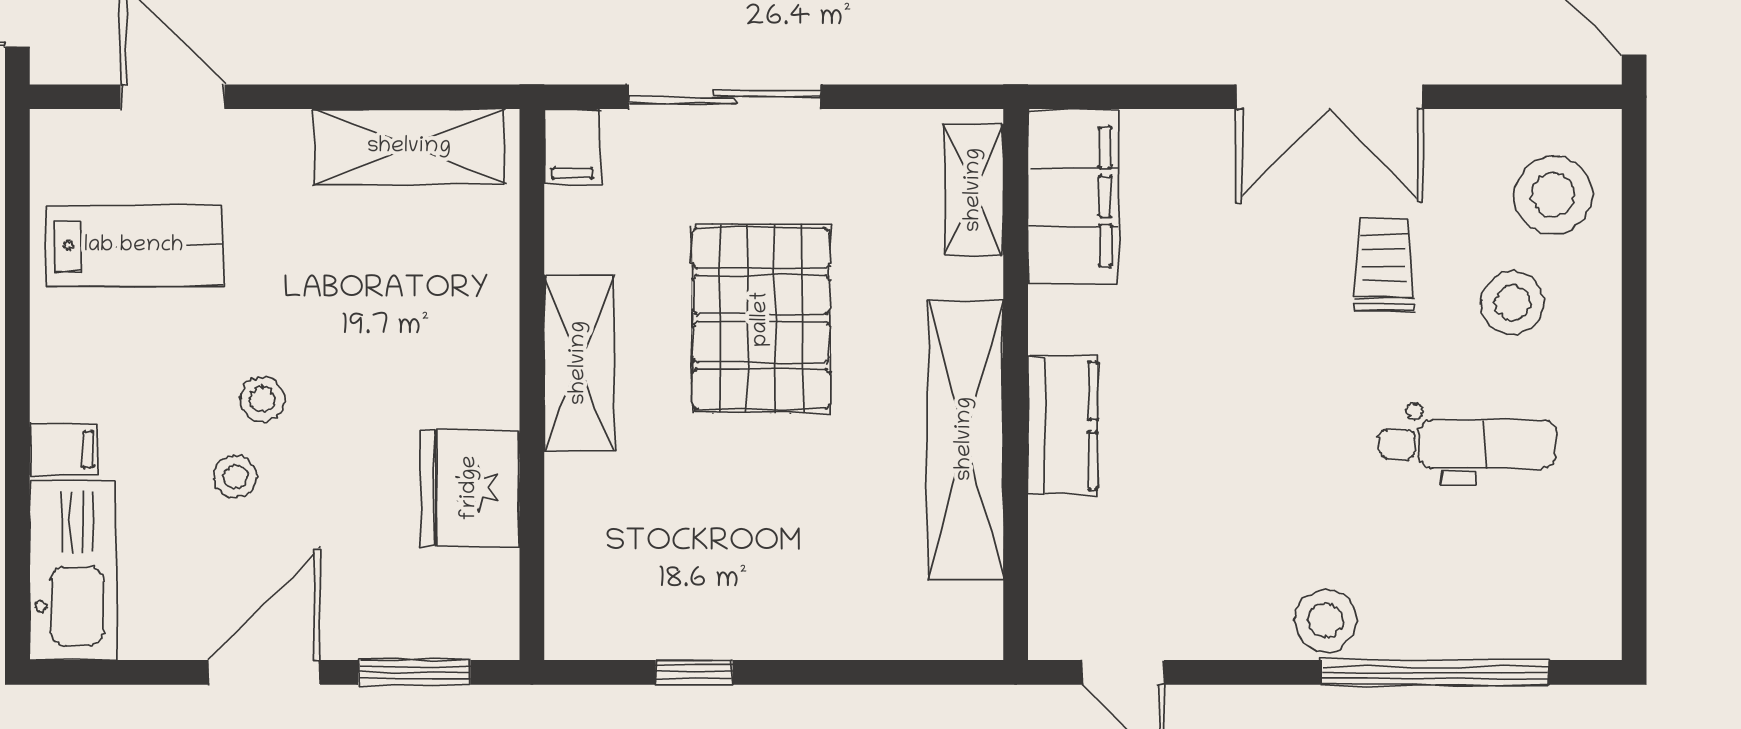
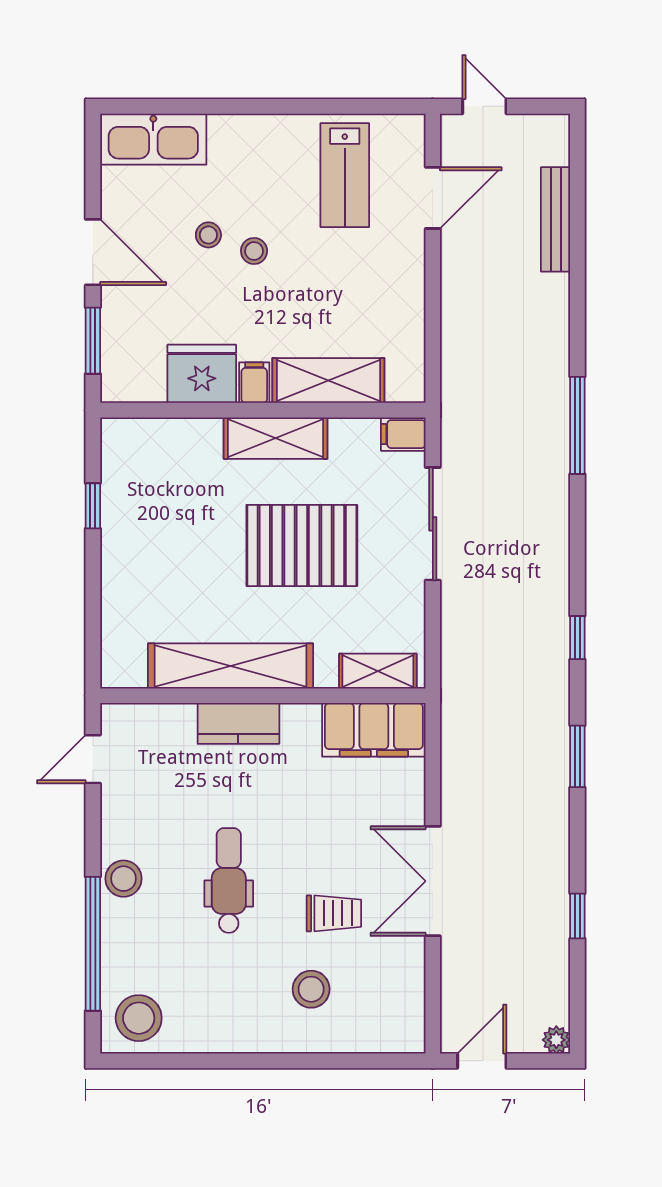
shelving: (409, 147) -> (328, 380), moved, turned 90
stool: (1553, 195) -> (139, 1018), moved
dental chair: (1468, 444) -> (229, 880), moved, turned 180
filing cabinet: (64, 449) -> (254, 383), moved, turned 180

